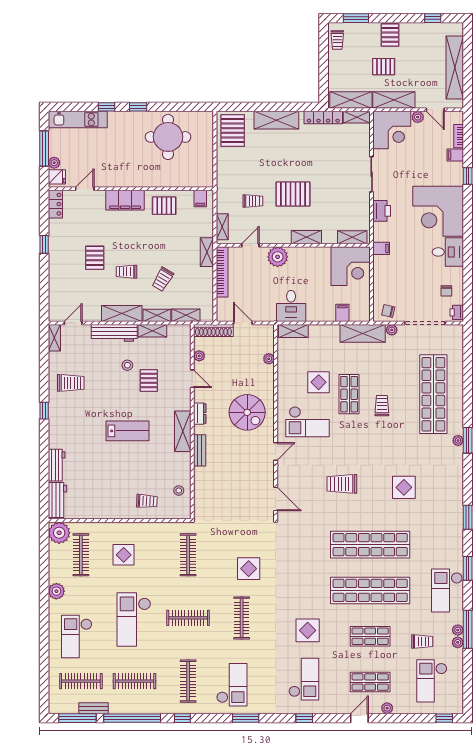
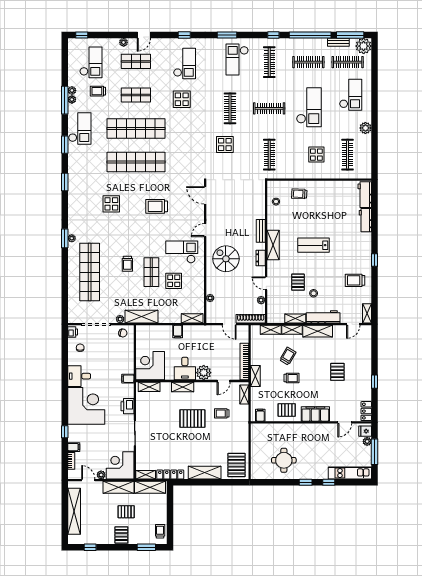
round table: (168, 137) -> (284, 460), width x0.73, depth x0.73
trolley: (126, 272) -> (292, 378), moved
desk: (291, 306) -> (185, 369), moved, turned 180
filing cabinet: (342, 313) -> (178, 332), moved
trolley: (342, 484) -> (157, 206), turned 180
plant: (59, 533) -> (364, 46), moved
checkout: (304, 679) -> (184, 64), turned 180

